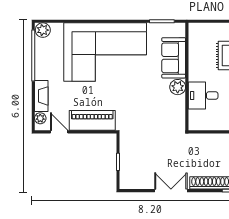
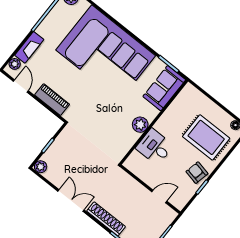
sofa: (174, 58) -> (164, 88), moved
piano: (92, 120) -> (52, 100), width x0.73, depth x0.75
plant: (125, 183) -> (41, 167), added

